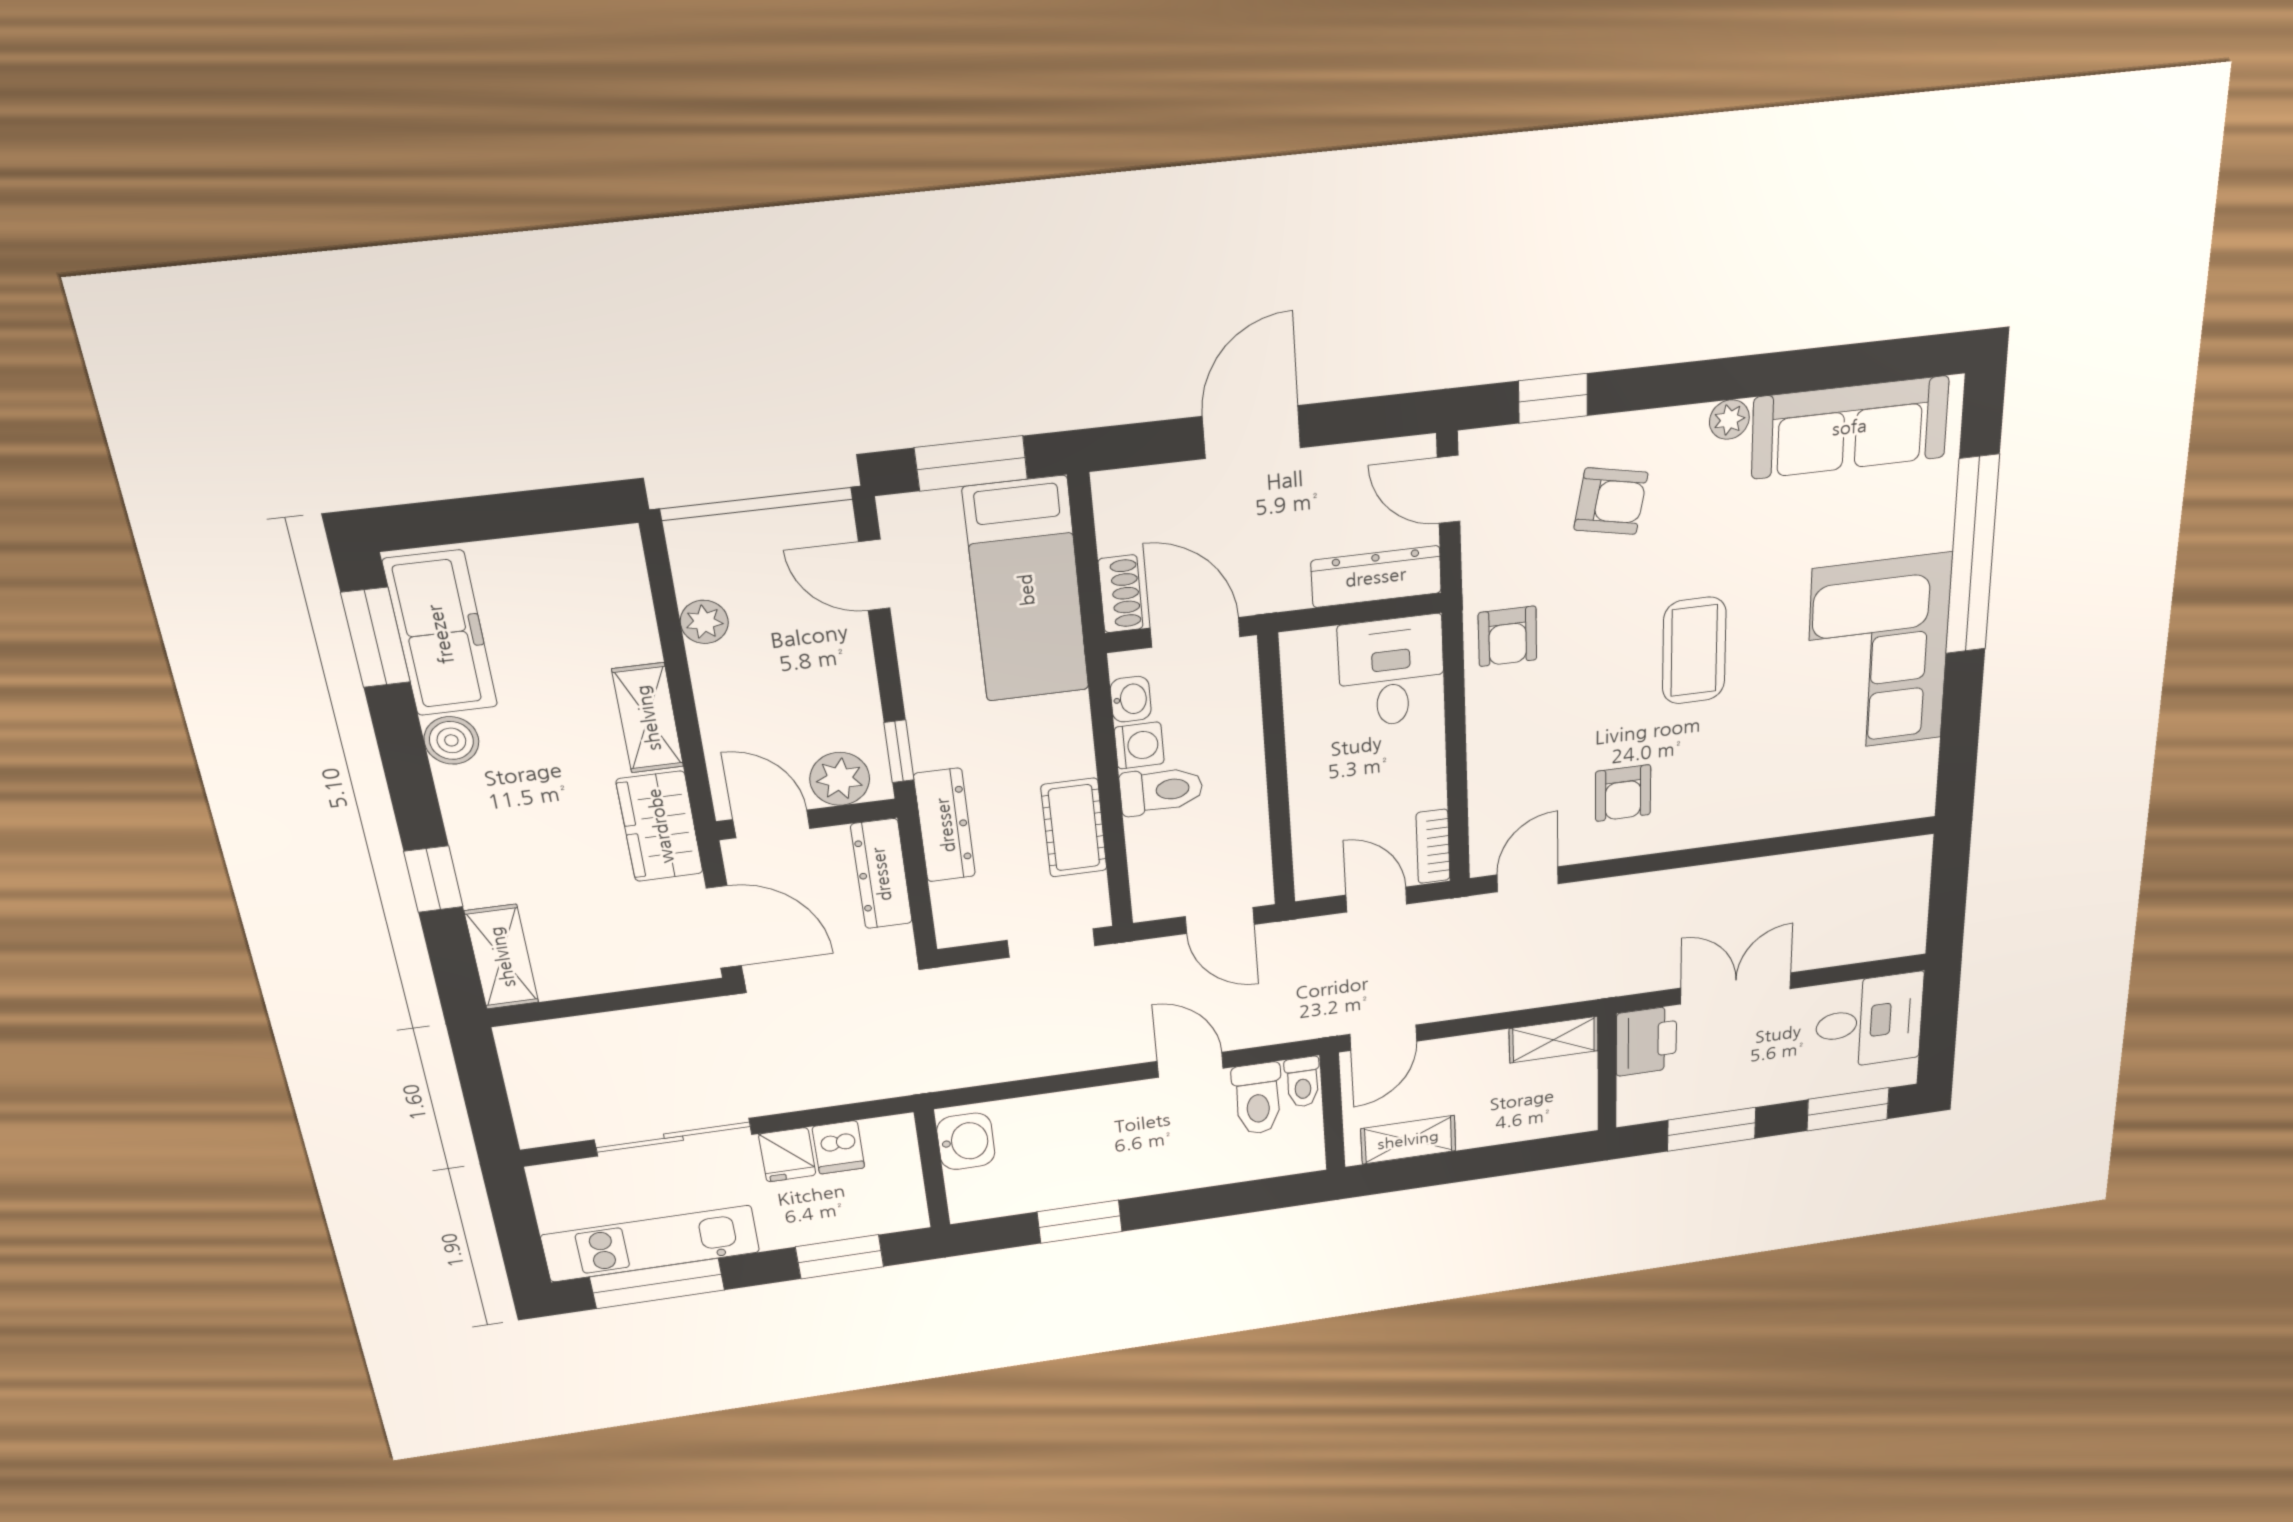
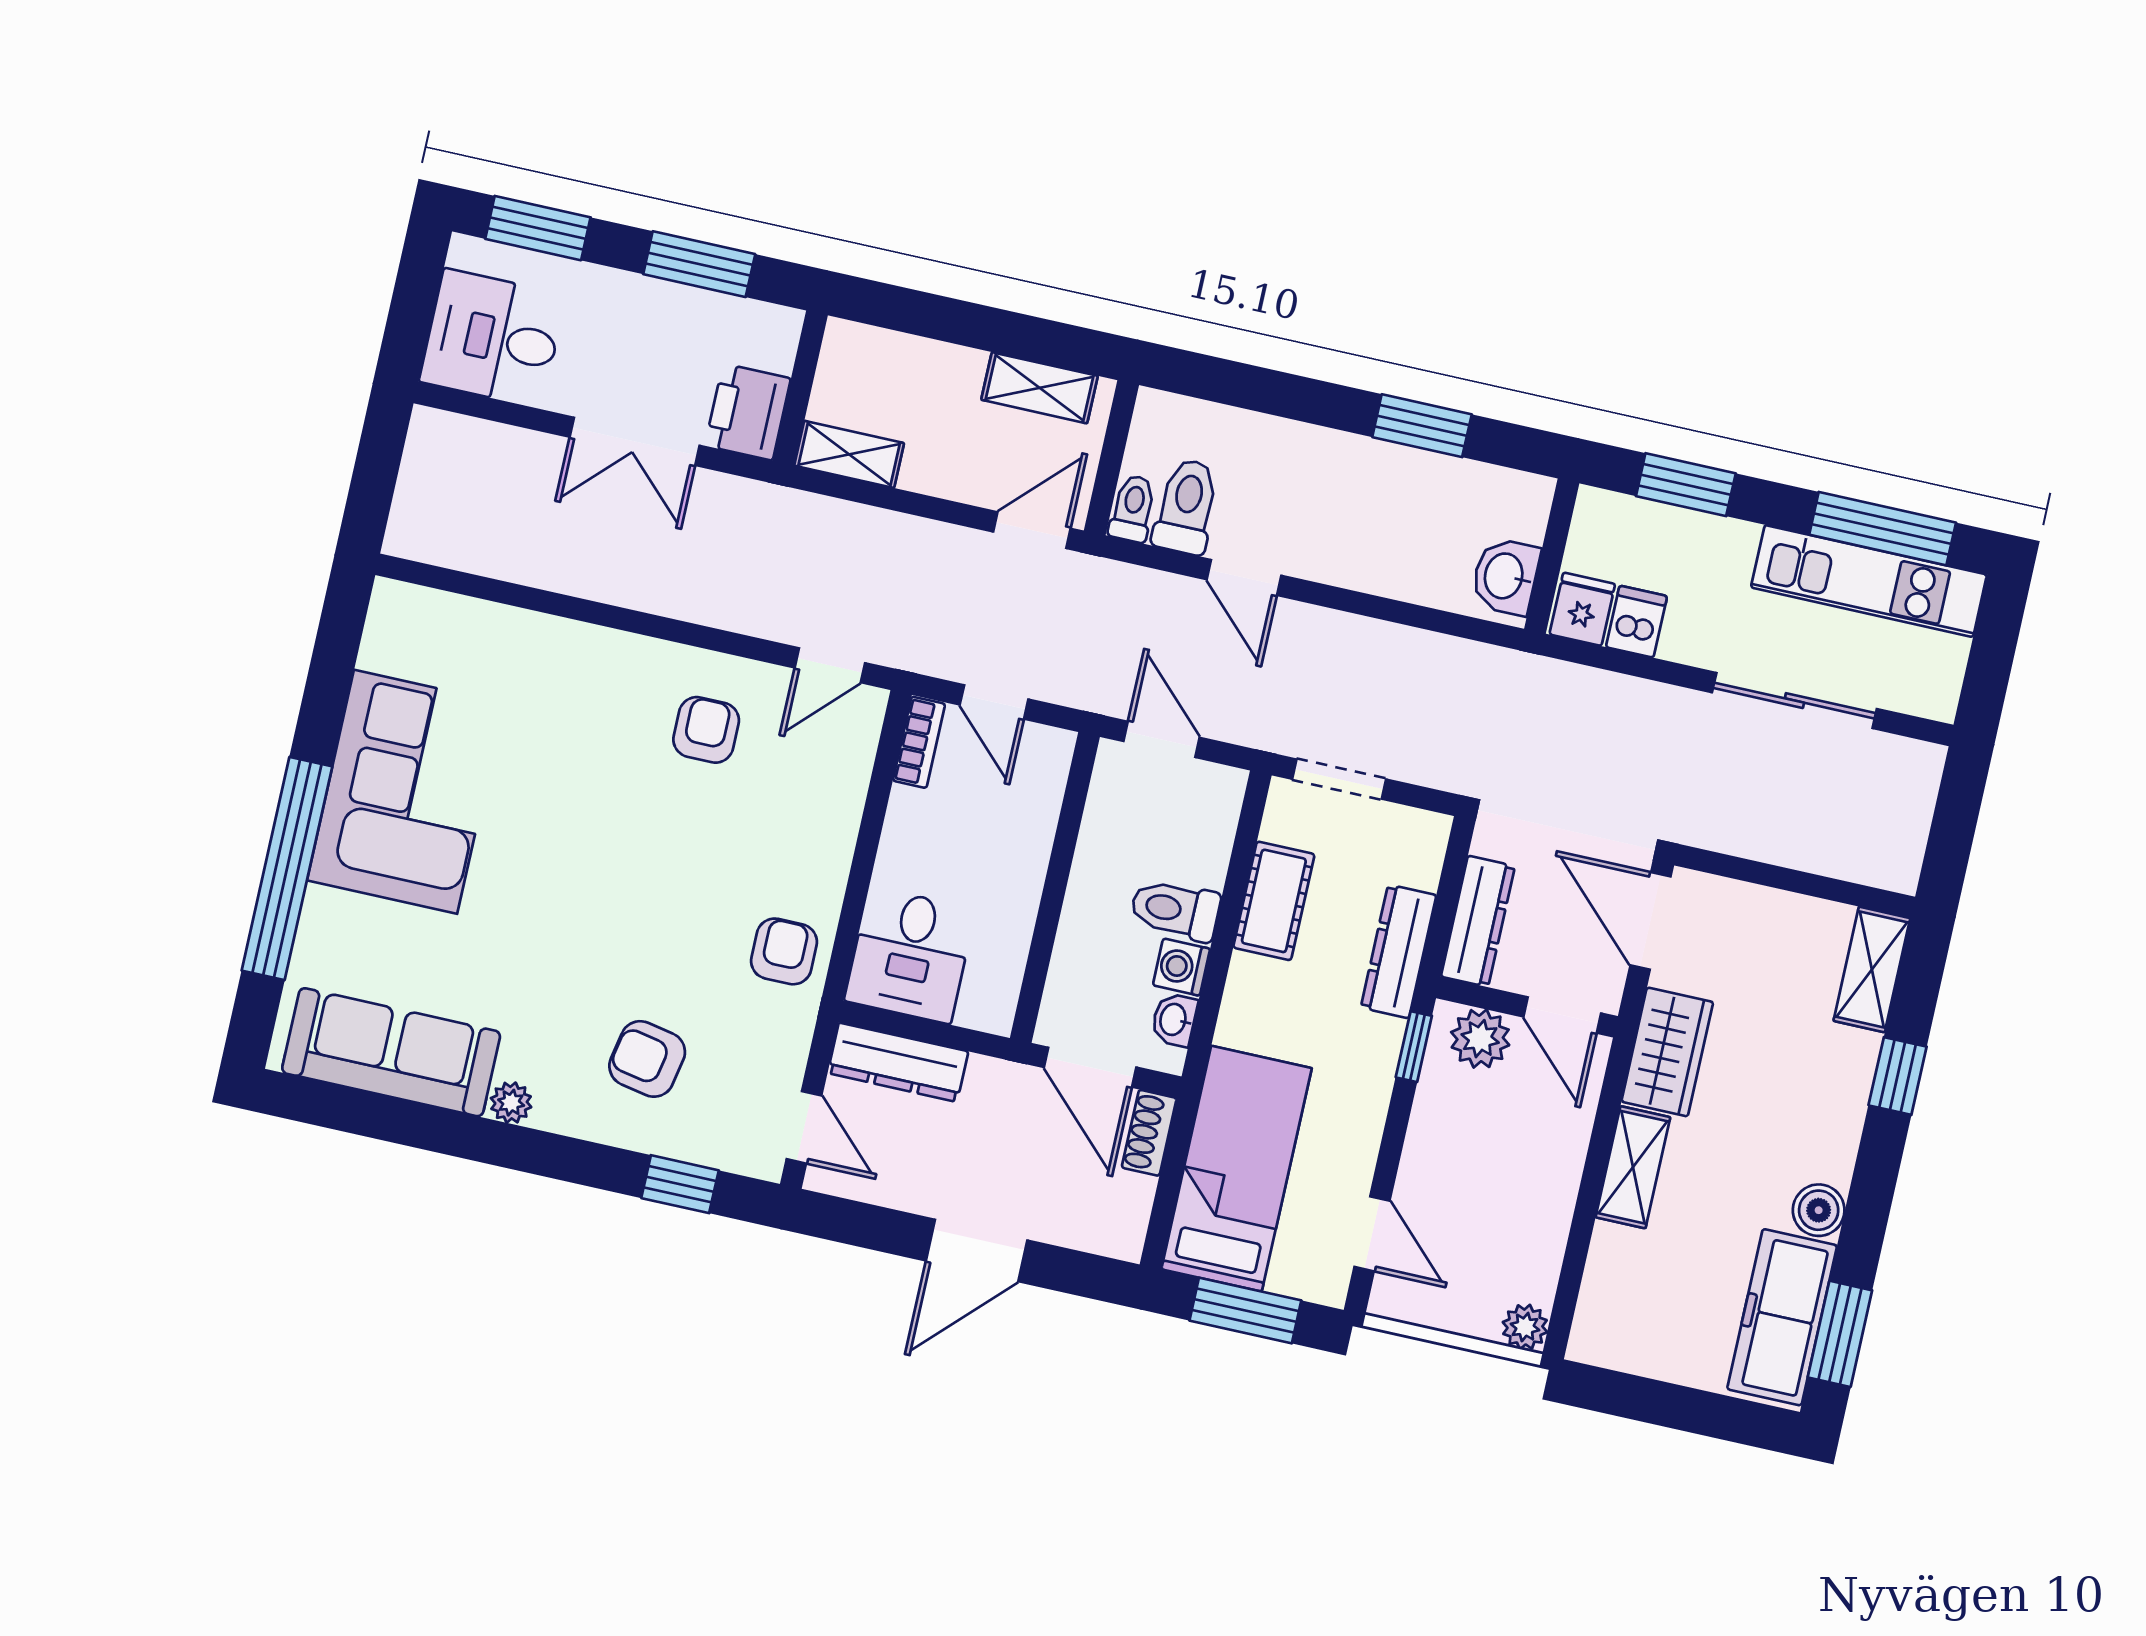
plant: (704, 622) -> (1525, 1327), moved
coffee table: (1694, 651) -> (597, 866), removed
fridge: (787, 1155) -> (1582, 609), moved

